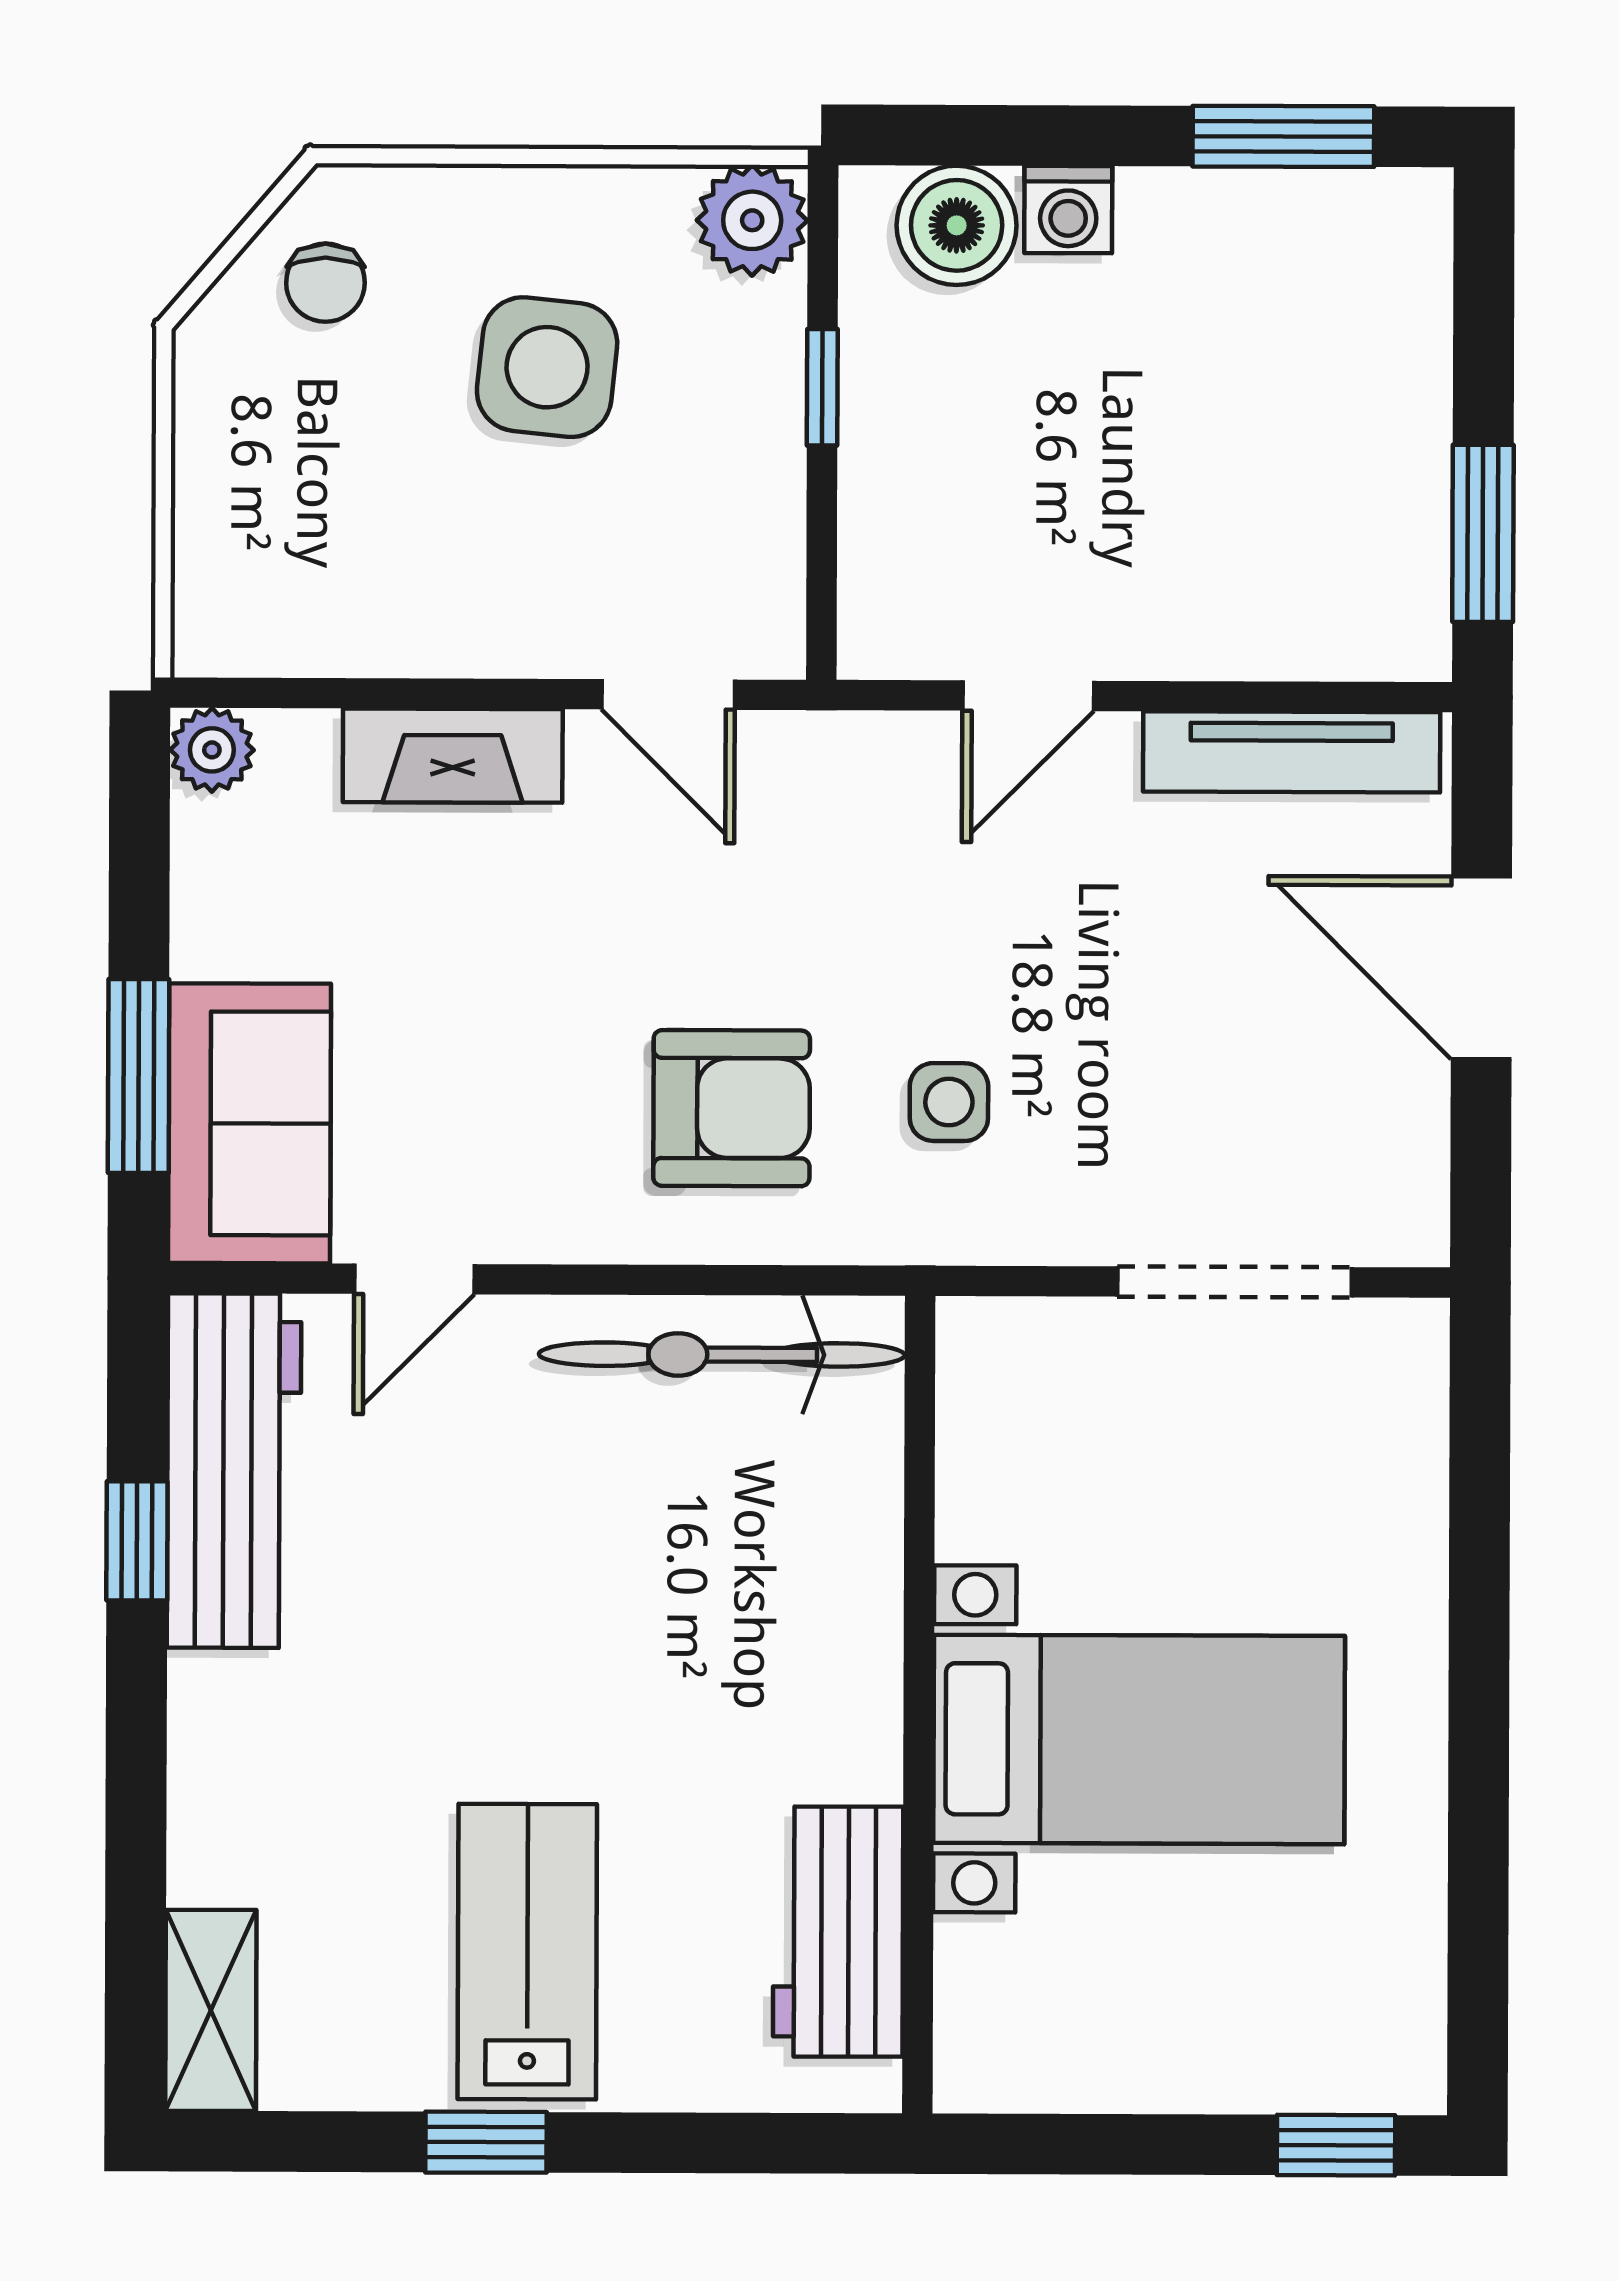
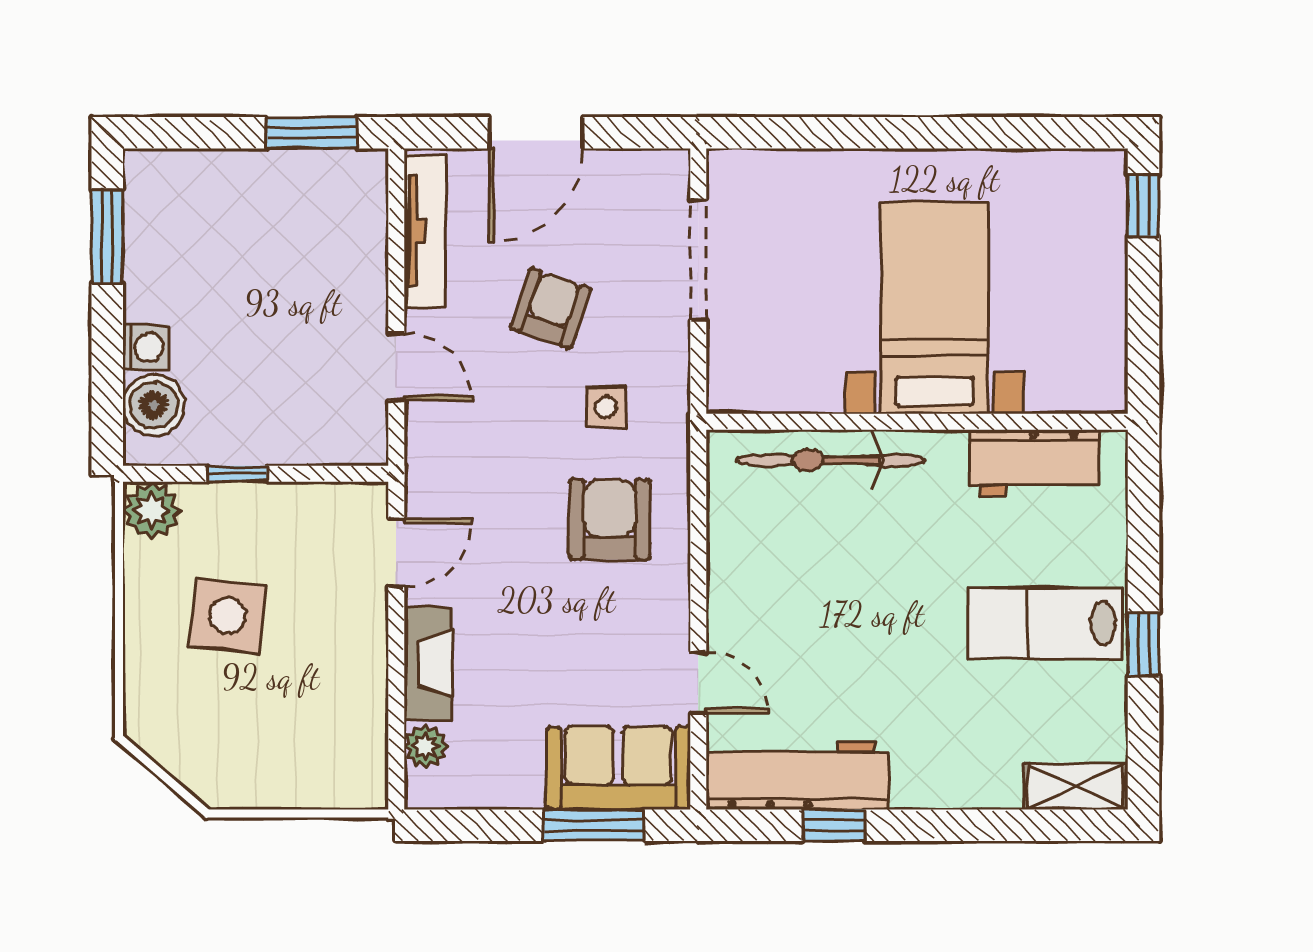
chair: (325, 283) -> (184, 730), removed
plant: (212, 750) -> (426, 746), moved
armchair: (1141, 995) -> (551, 308), added
bicycle: (722, 1355) -> (830, 460), moved, turned 90

